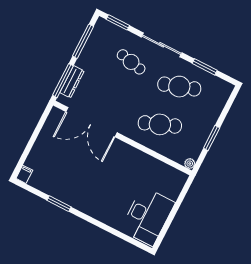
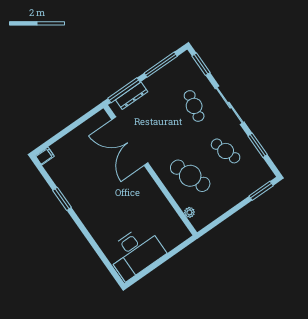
cafe table: (179, 87) -> (226, 151), width x0.73, depth x0.74
window: (212, 138) -> (261, 191), moved
plant: (190, 164) -> (189, 212), moved

